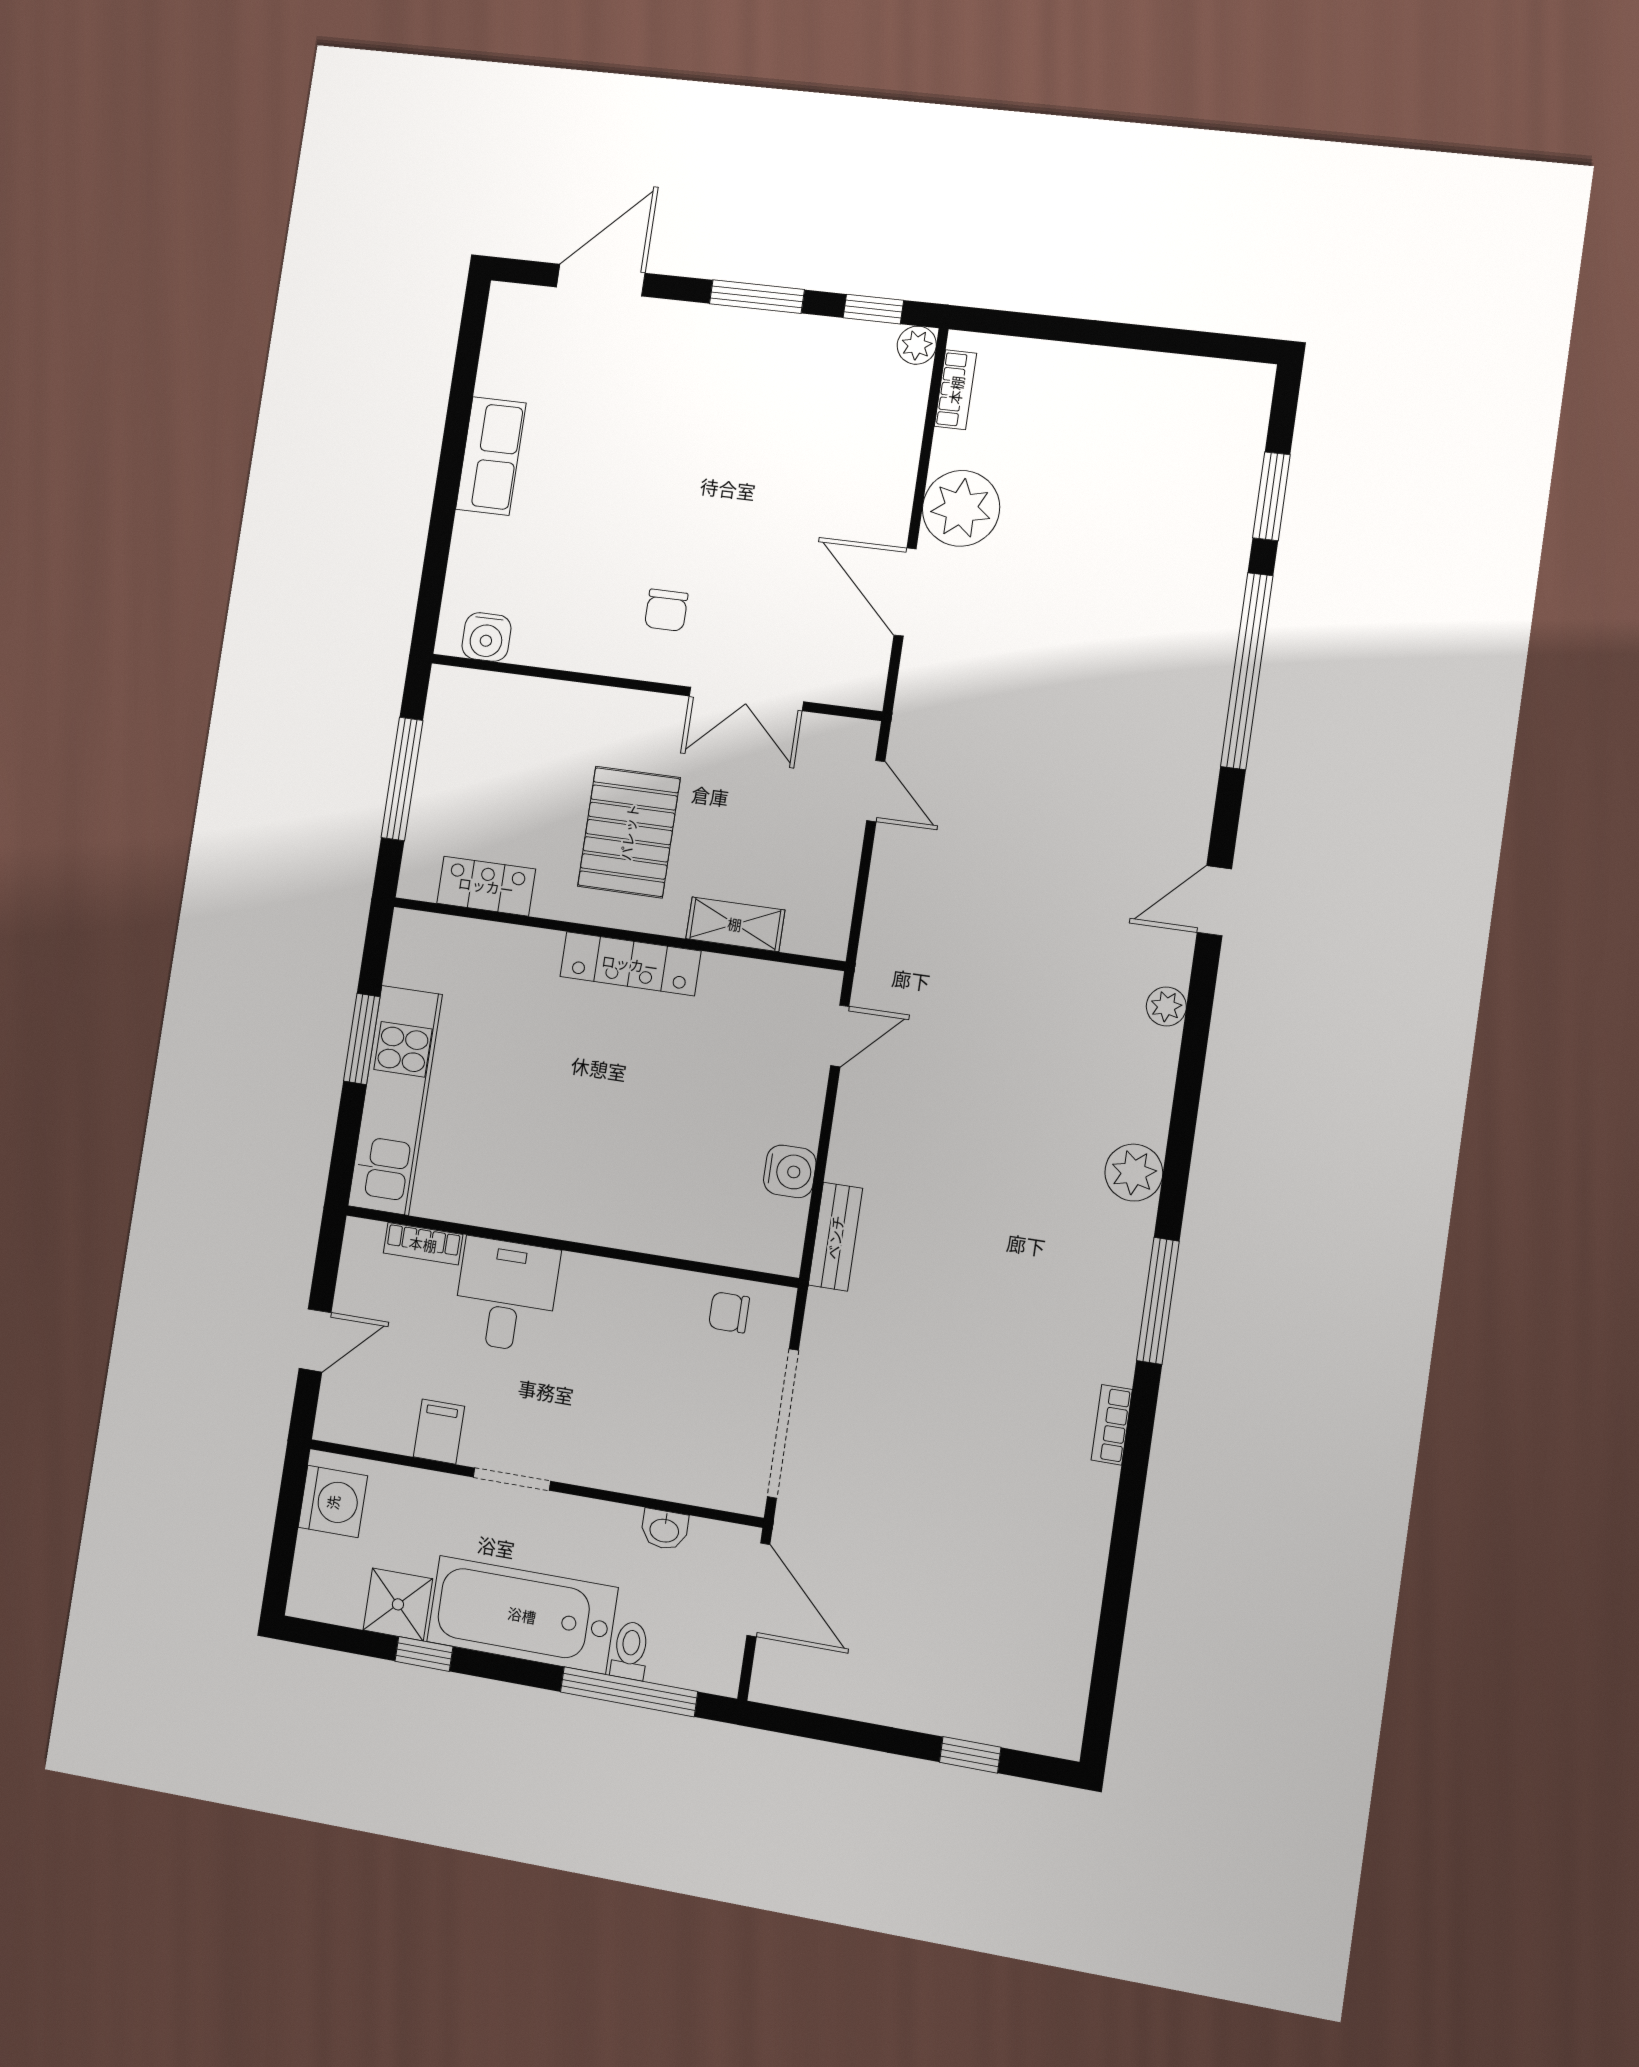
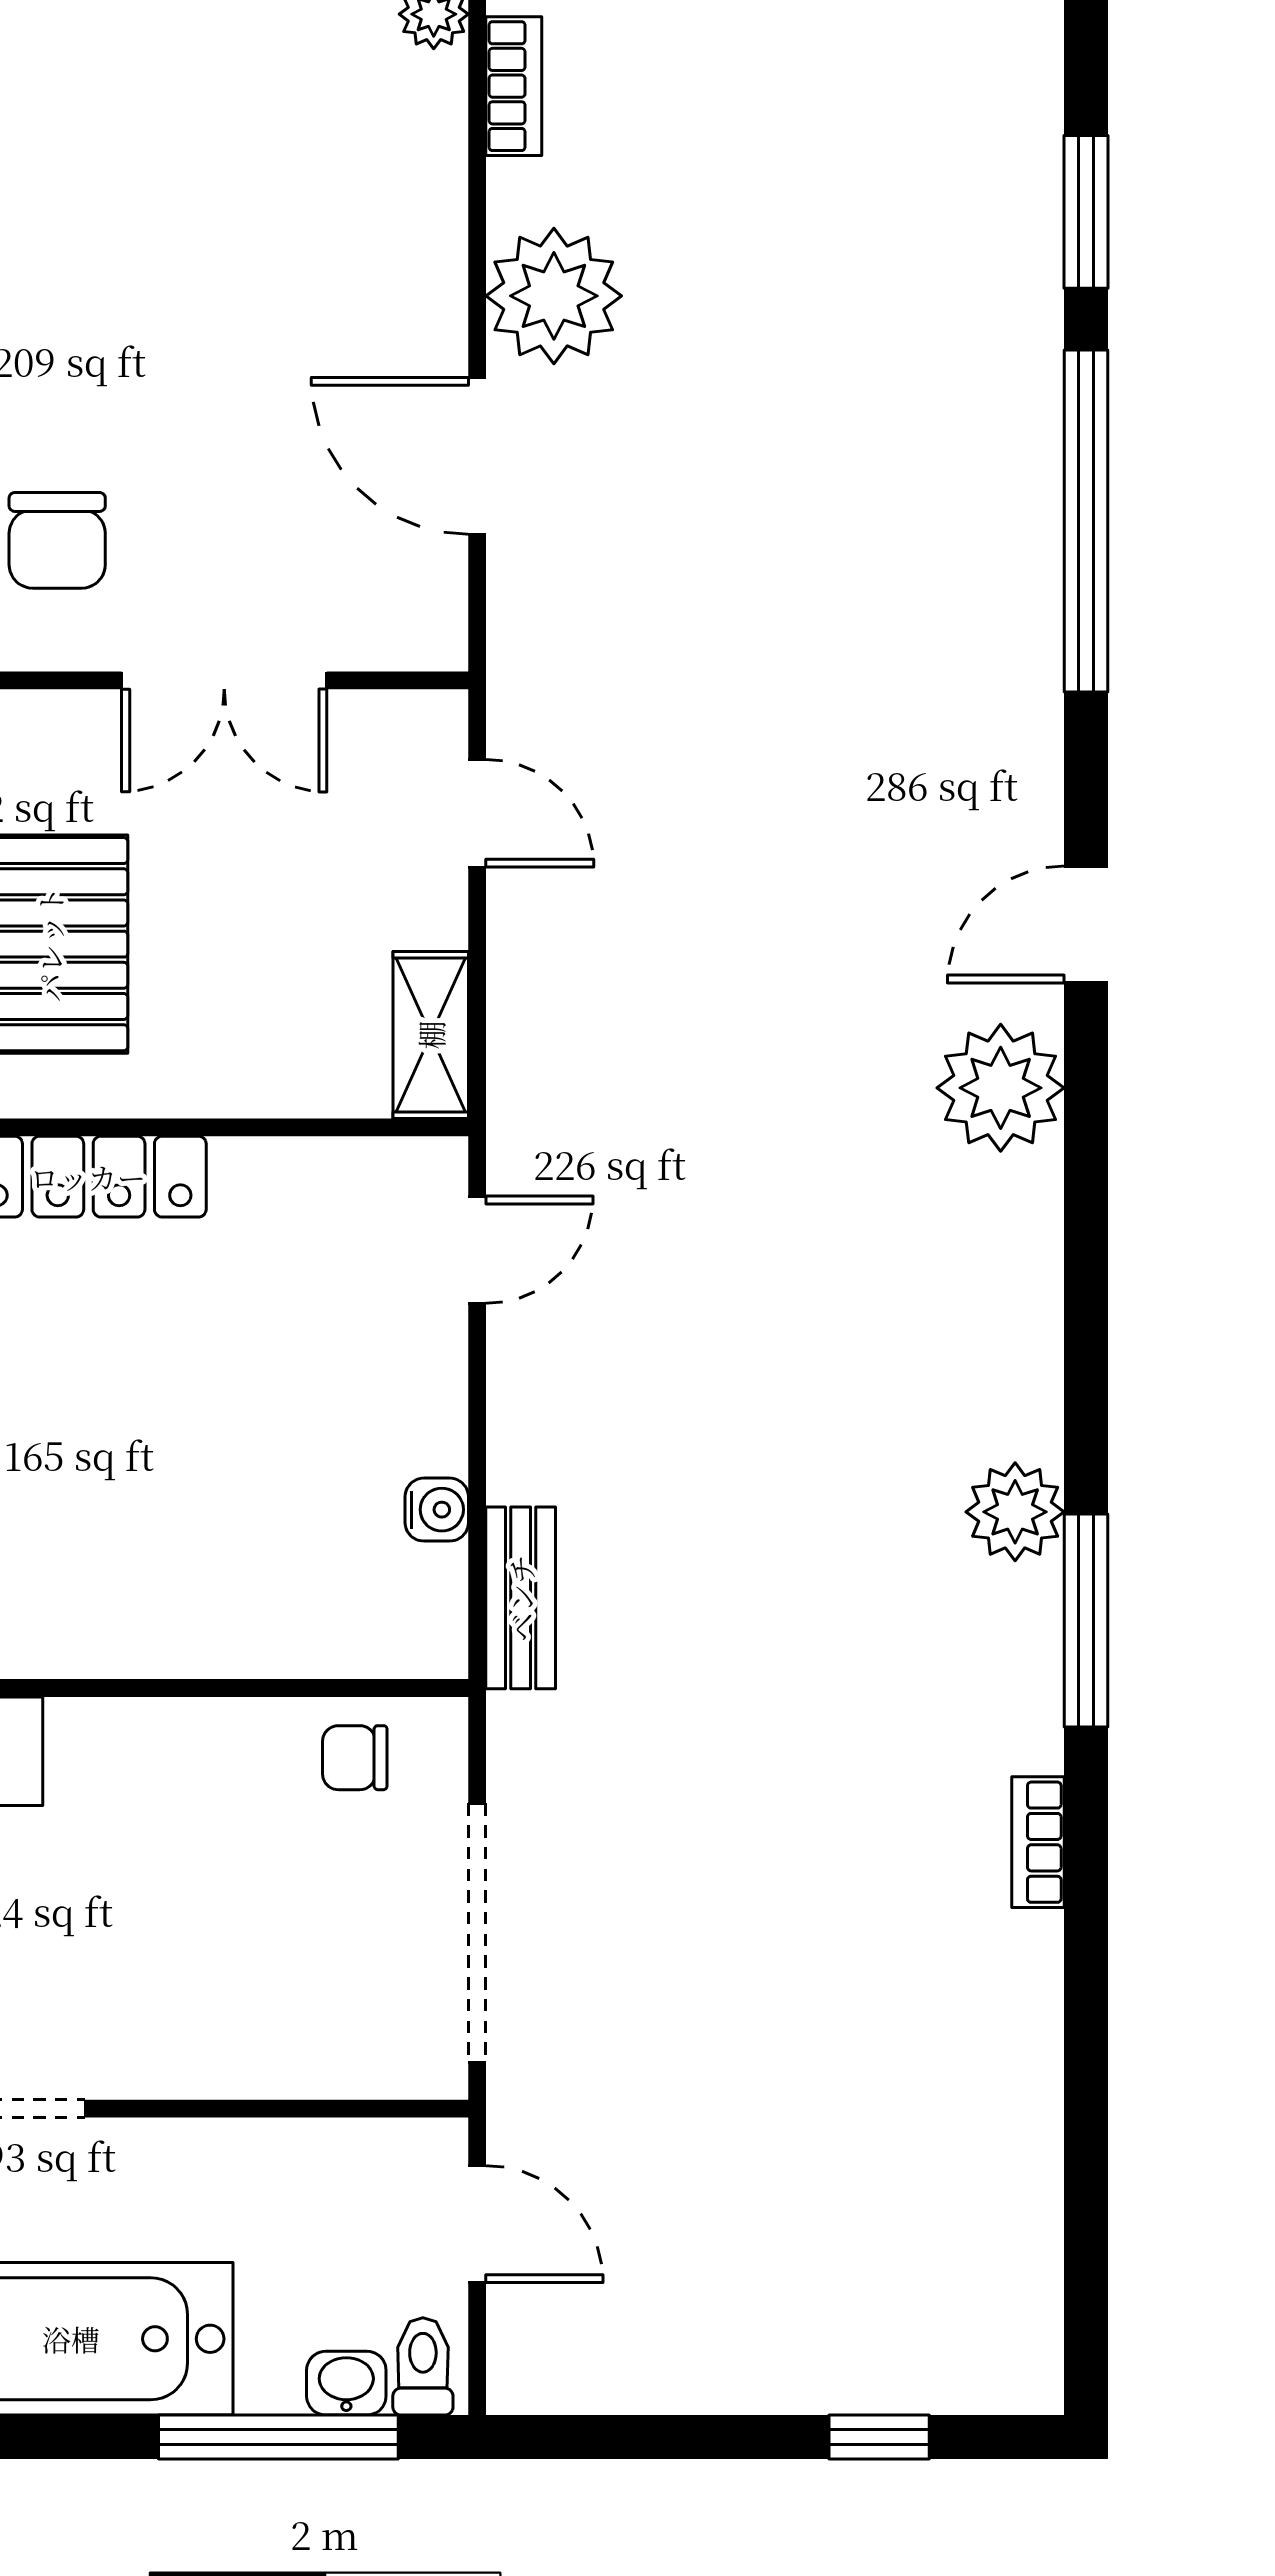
chair: (666, 610) -> (57, 540), width x1.37, depth x1.37
shelving: (735, 924) -> (431, 1035), moved, turned 90
plant: (1166, 1006) -> (1001, 1088), width x1.88, depth x1.88
water cooler: (790, 1171) -> (437, 1510), width x0.72, depth x0.72
plant: (1134, 1173) -> (1015, 1512), moved
washbasin: (664, 1529) -> (346, 2383), moved, turned 180
door: (758, 1590) -> (477, 2224), width x0.73
toilet: (630, 1650) -> (423, 2366), moved

